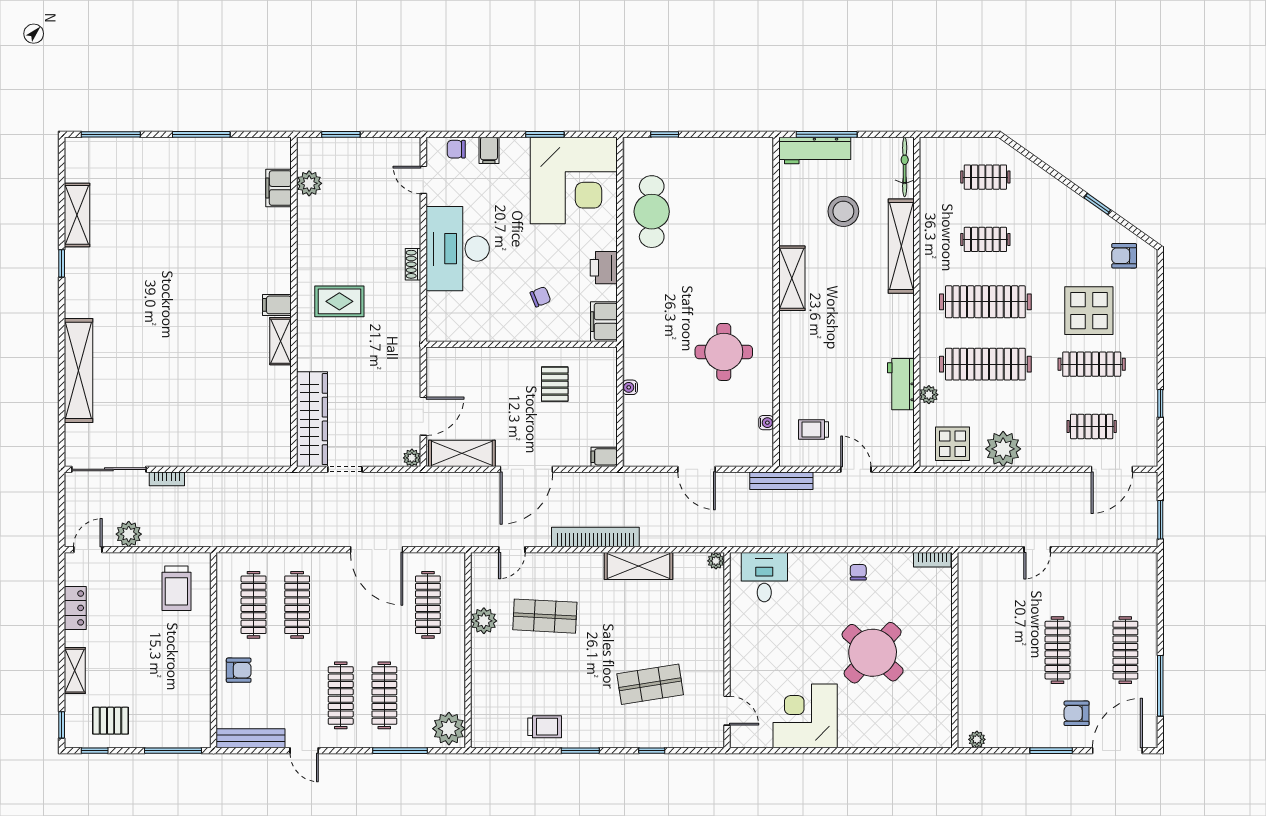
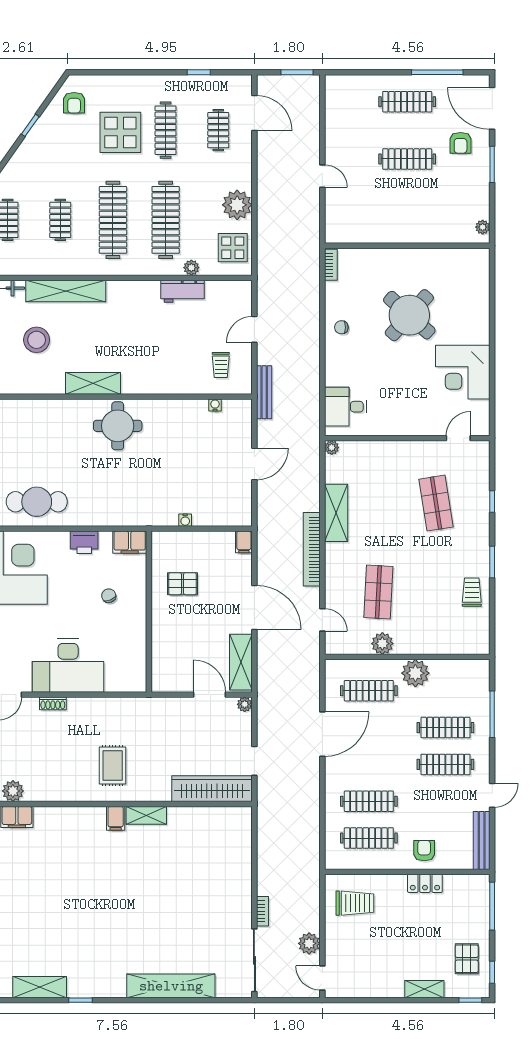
shoe rack: (413, 264) -> (53, 703), moved
round table: (724, 352) -> (118, 426), moved
locker: (75, 608) -> (425, 883), moved, turned 180
plant: (449, 729) -> (415, 673), moved

